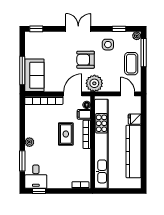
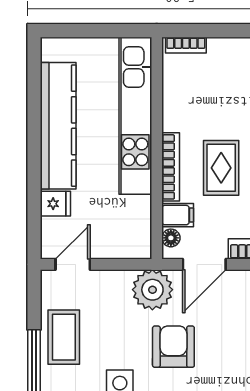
armchair: (86, 60) -> (173, 347), turned -90
door: (127, 94) -> (73, 264), swing flipped
kitchen unit: (101, 144) -> (135, 116), width x0.73

